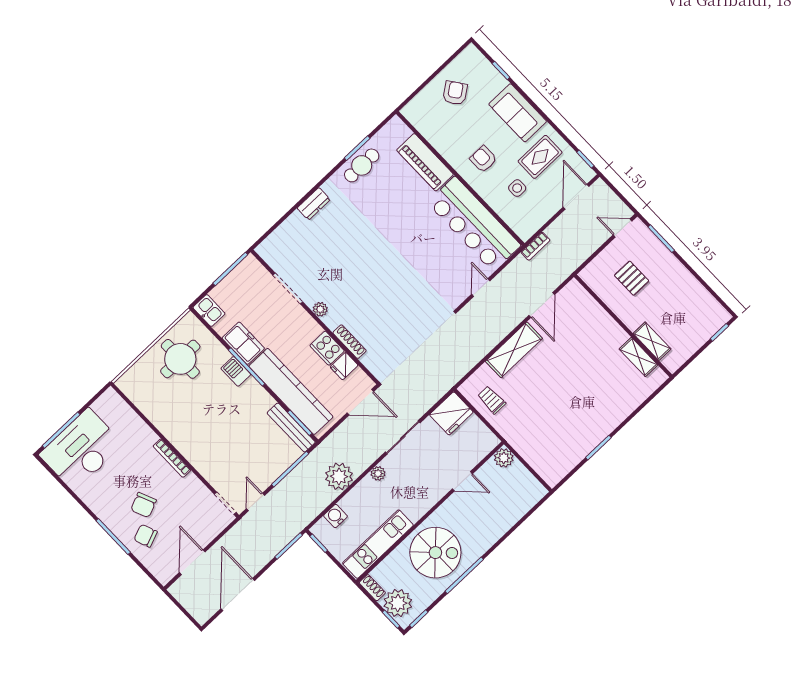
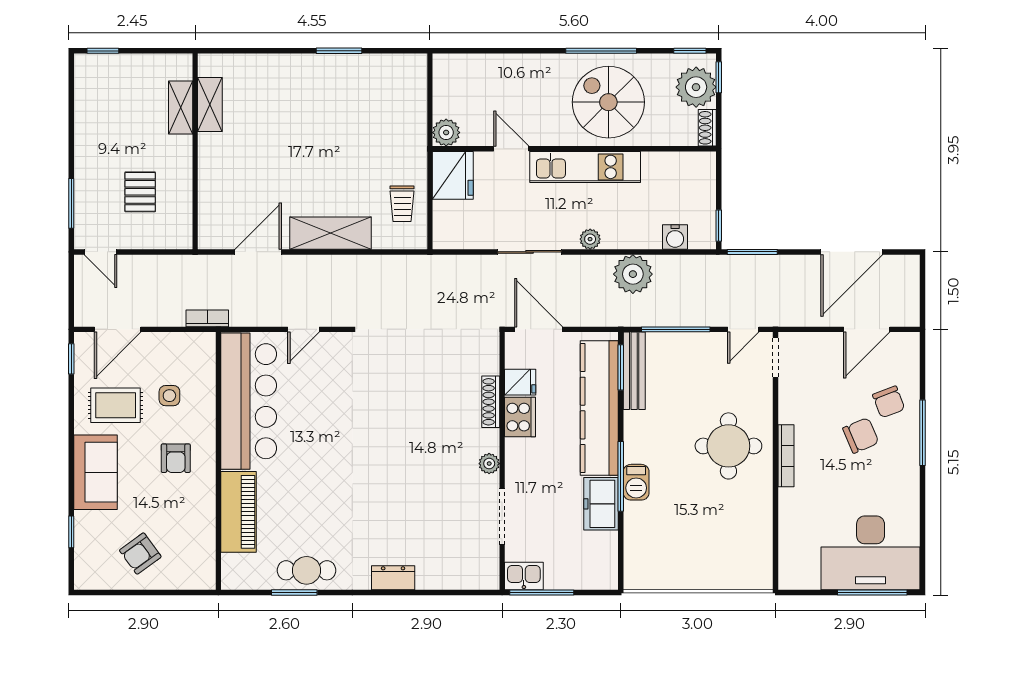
kitchen sink: (209, 311) -> (524, 576), moved, turned 90
round table: (180, 359) -> (728, 446), moved
fridge: (451, 413) -> (453, 175), moved, turned 90
kitchen unit: (378, 544) -> (585, 167), moved

